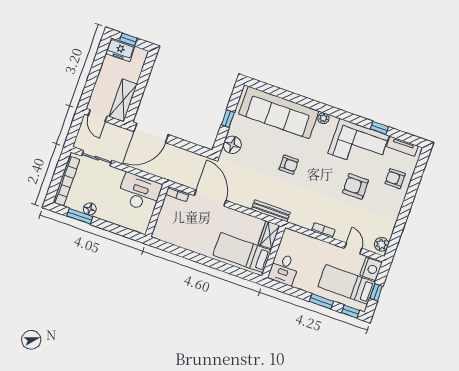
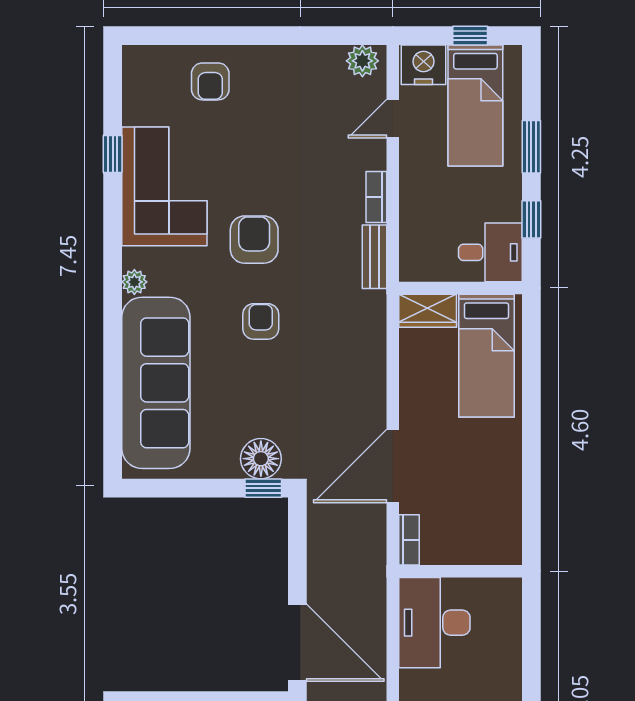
window: (228, 119) -> (263, 488), moved
tv unit: (402, 146) -> (135, 90), removed
armchair: (355, 186) -> (254, 240), moved, turned 180
bench: (271, 211) -> (374, 257), moved, width x0.73
window: (351, 312) -> (531, 219), moved

